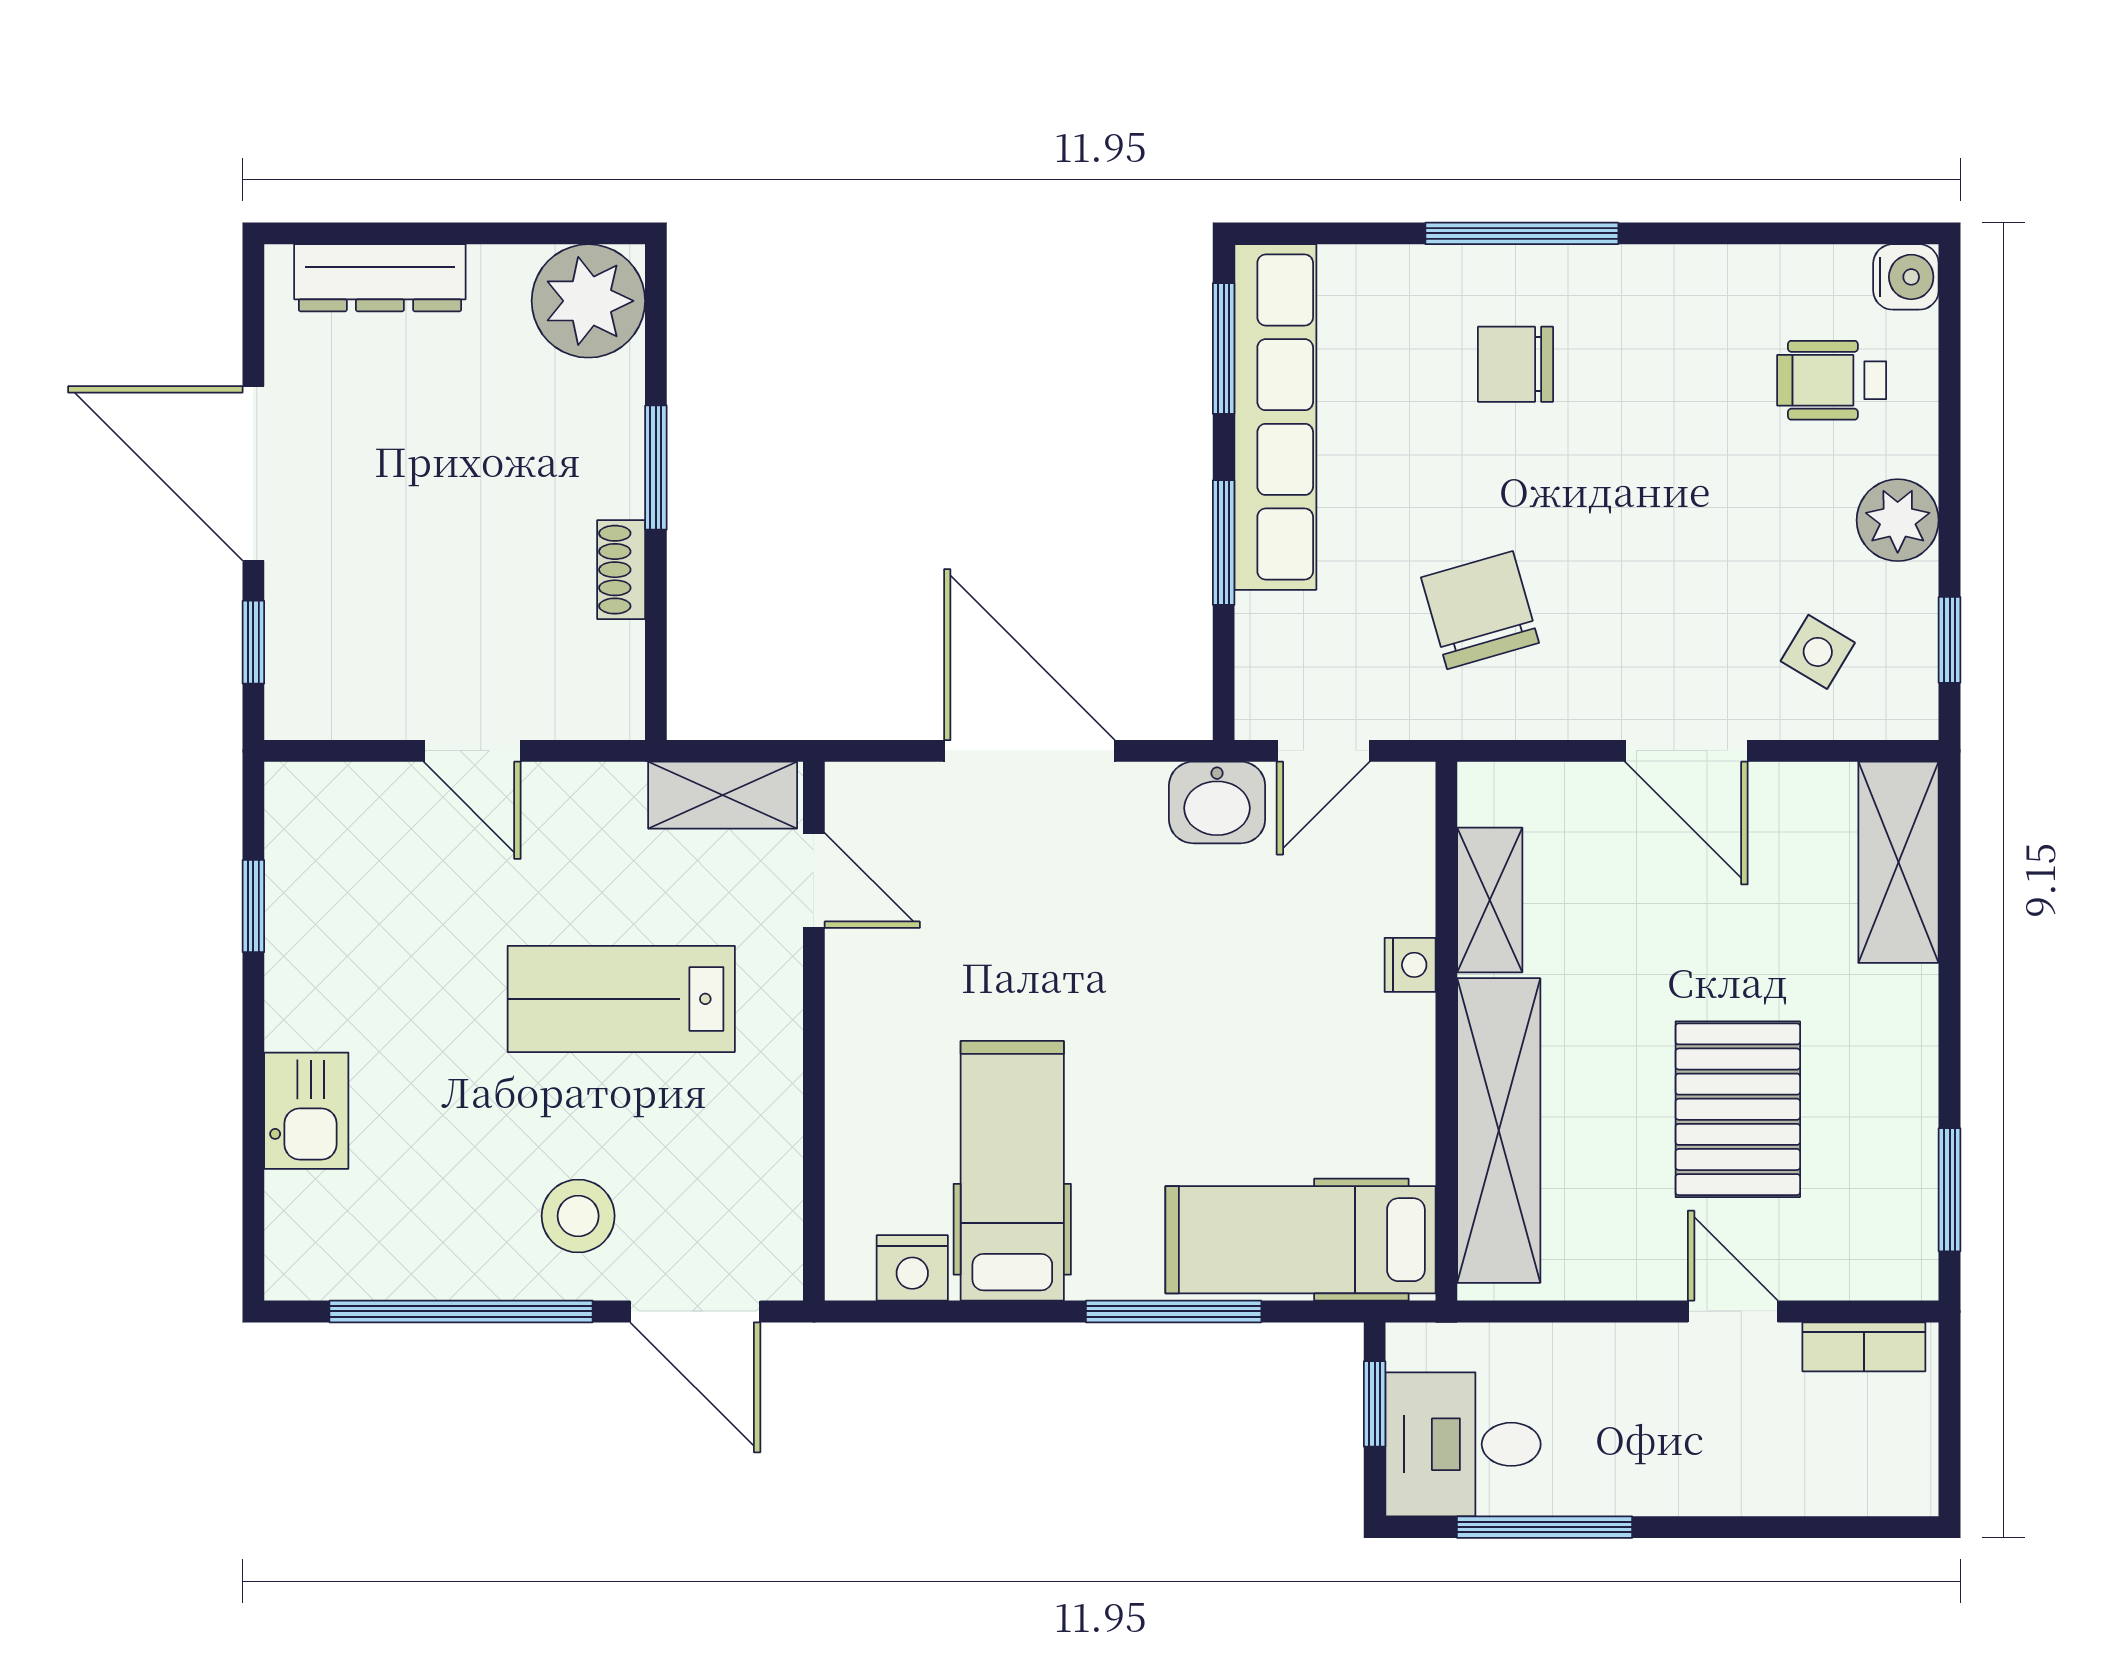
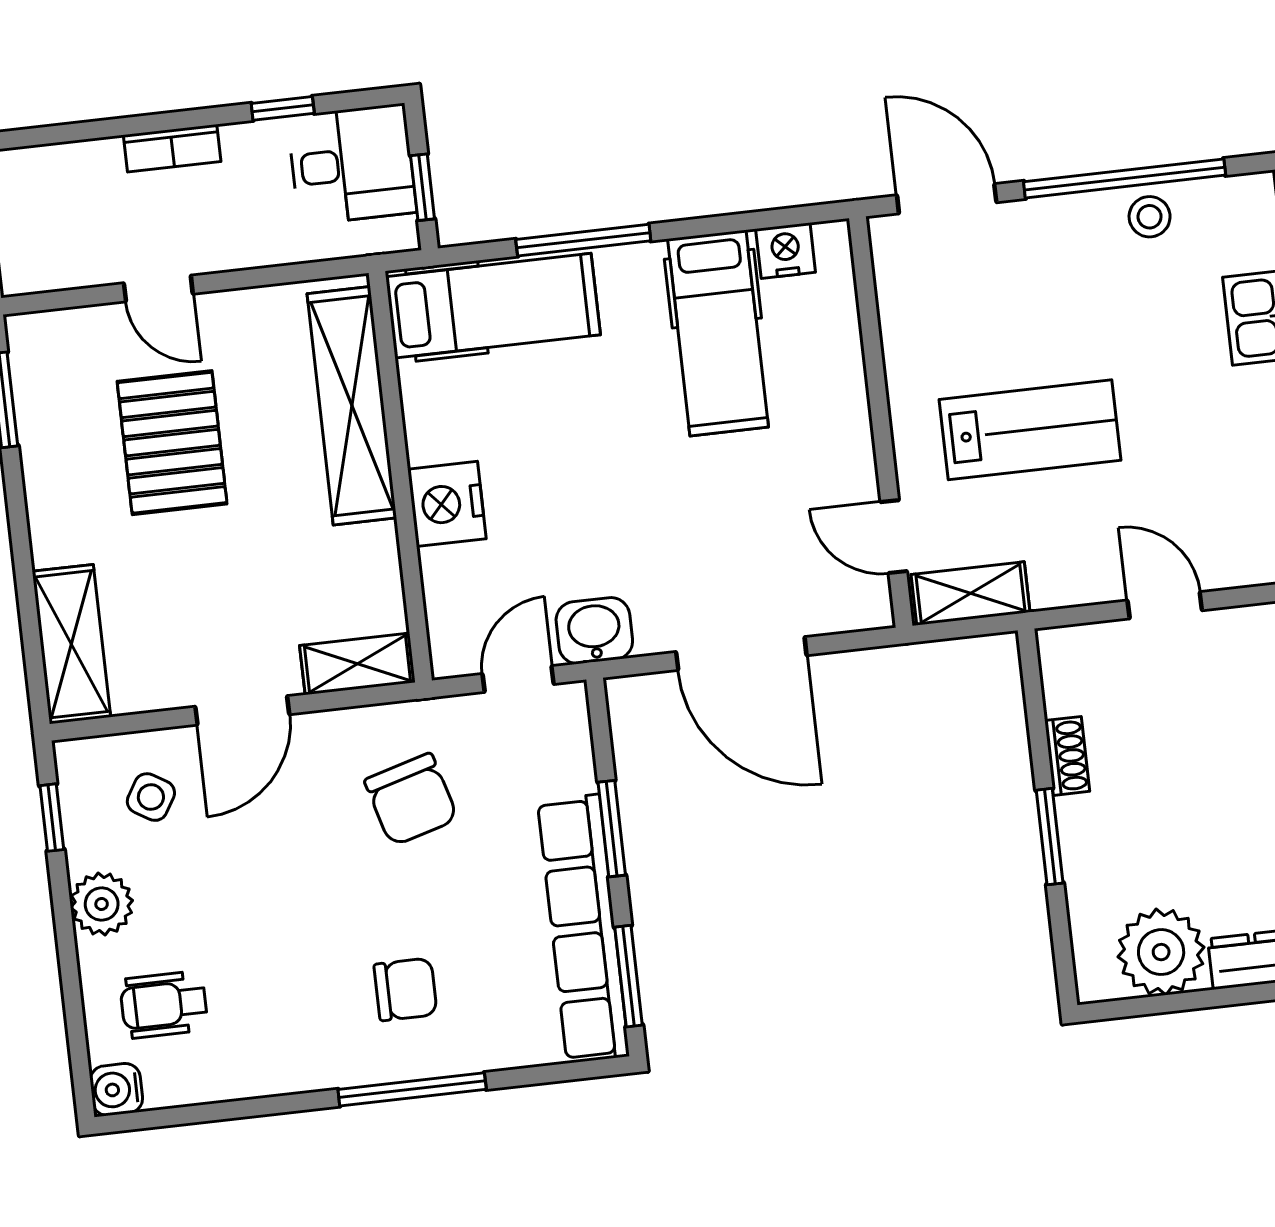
plant: (588, 301) -> (1161, 952), moved
wheelchair: (1832, 380) -> (164, 1005), turned 180
door: (1686, 751) -> (242, 710), swing flipped
shelving: (1490, 900) -> (358, 664), moved, turned 90
nightstand: (1410, 965) -> (447, 504), width x1.89, depth x1.79
stool: (578, 1216) -> (1150, 217), moved, width x0.73, depth x0.73
bookcase: (1864, 1347) -> (172, 148), moved, turned 180
window: (1545, 1527) -> (283, 108), width x0.46

